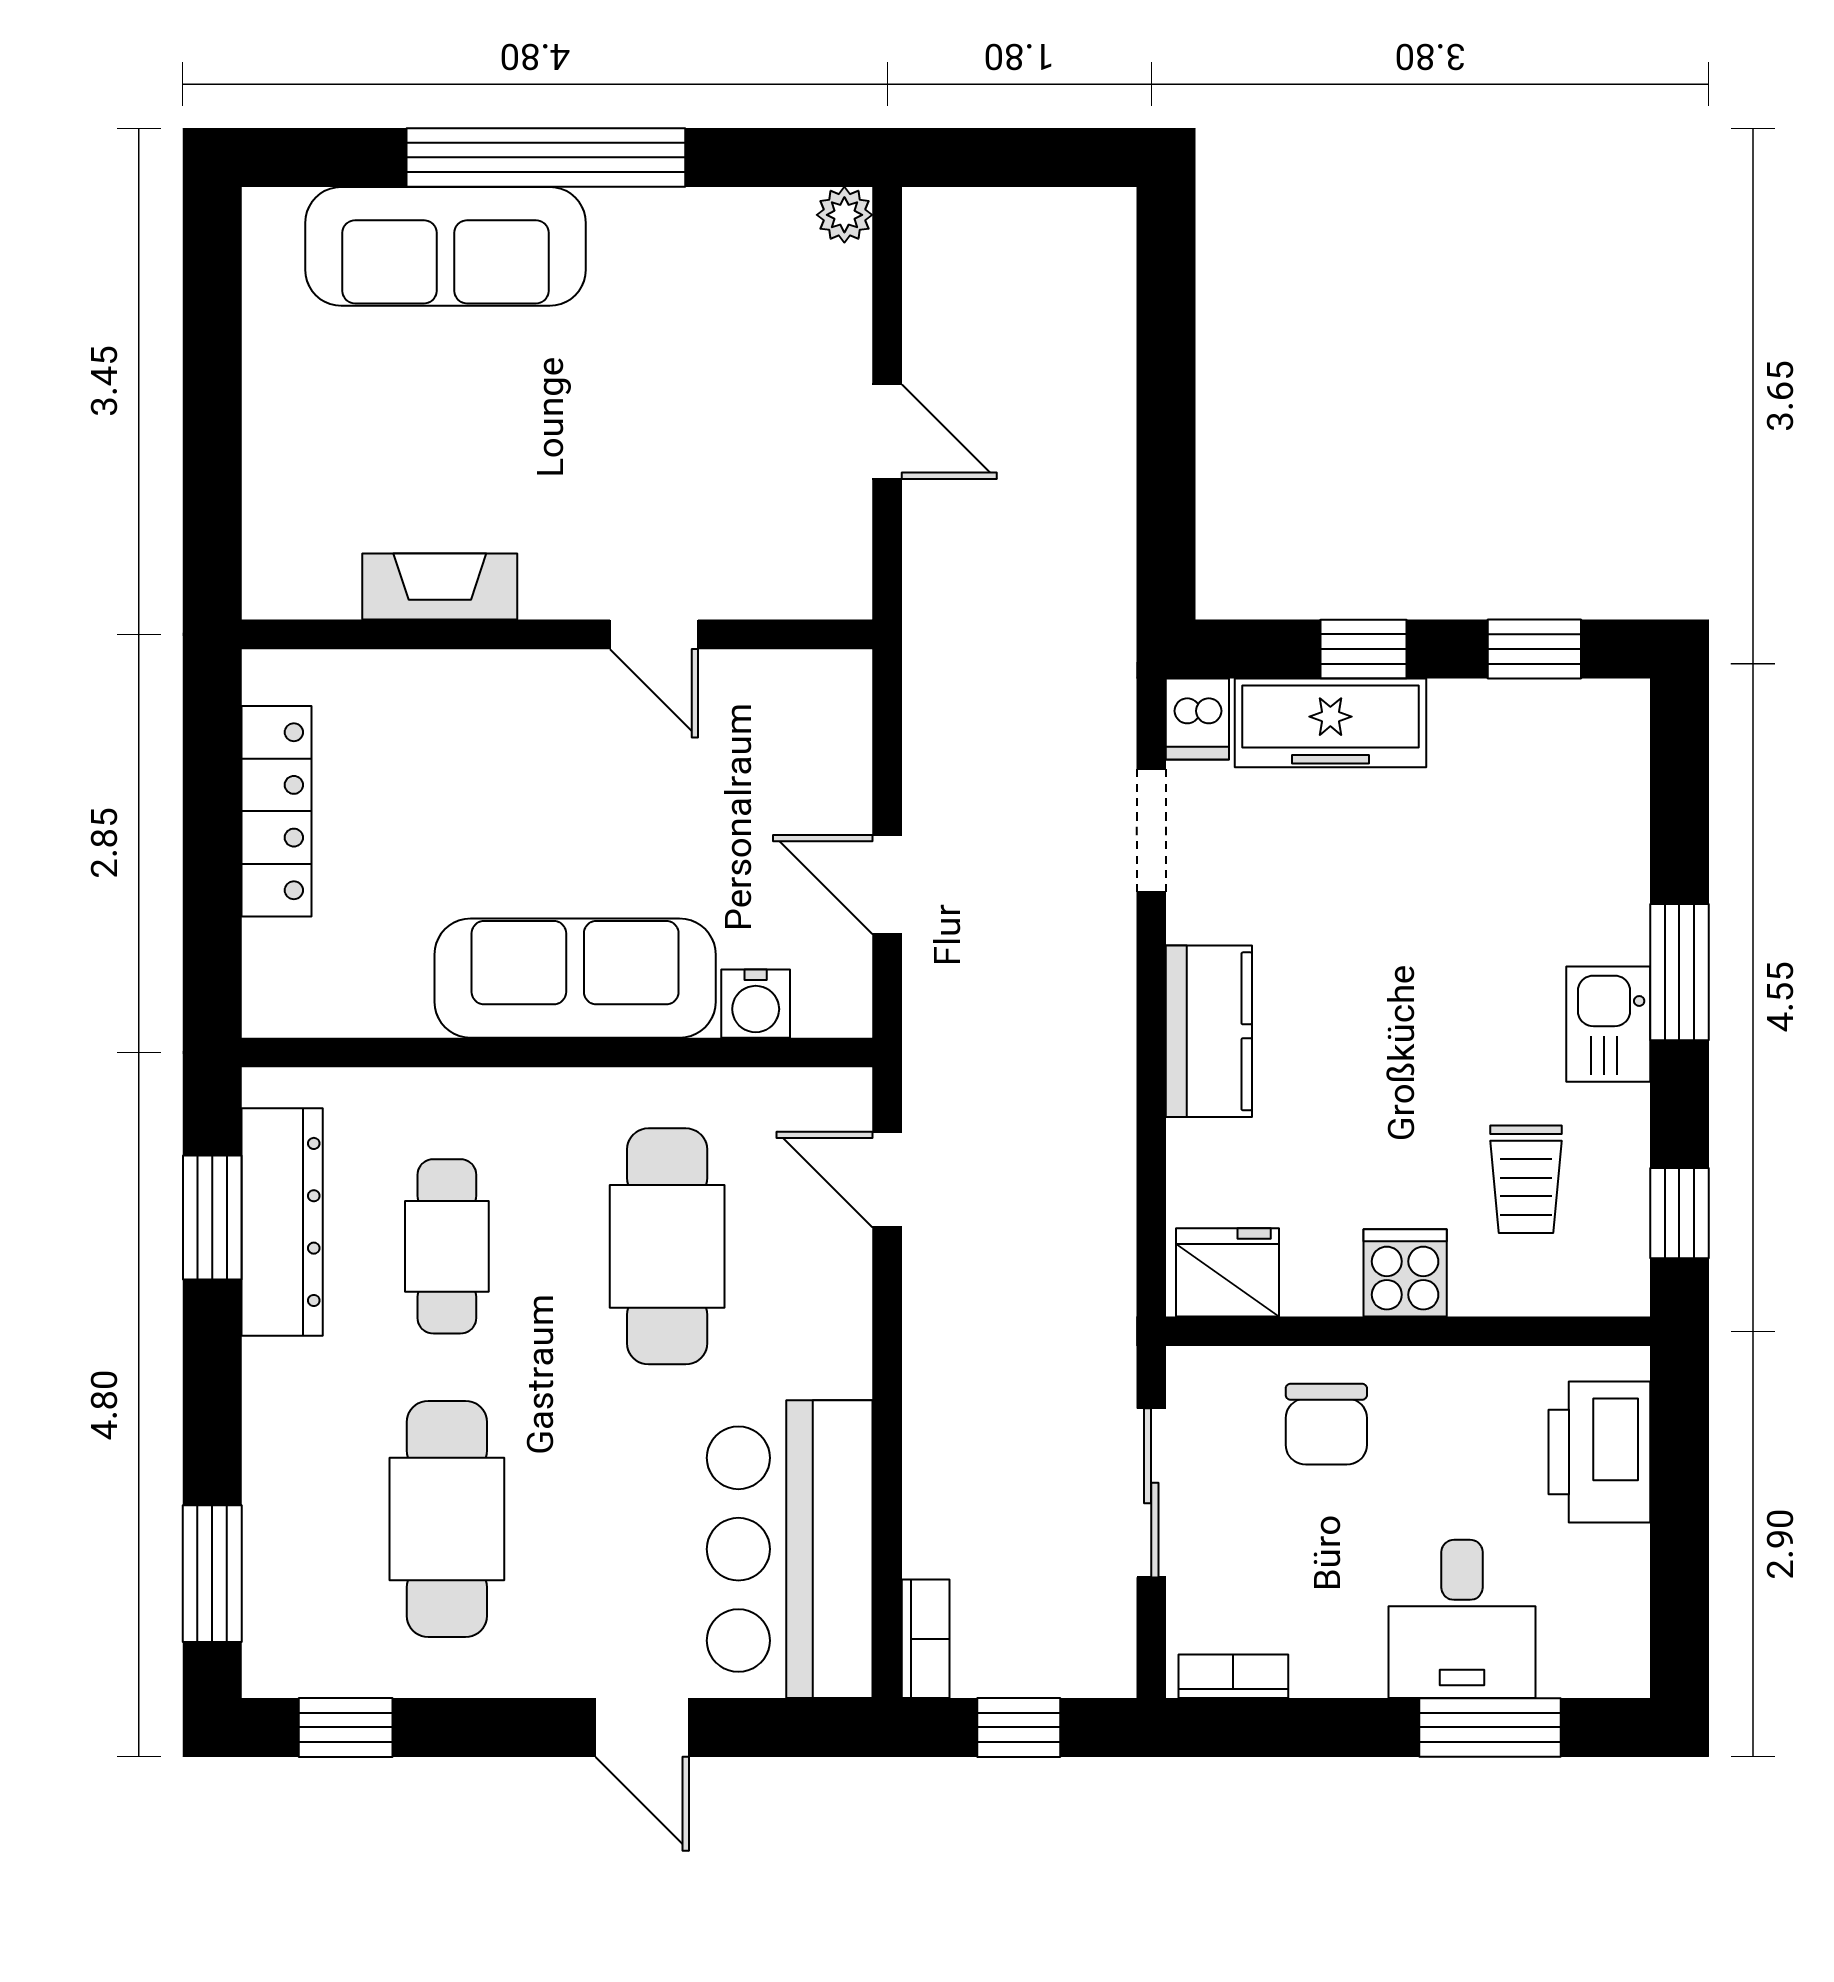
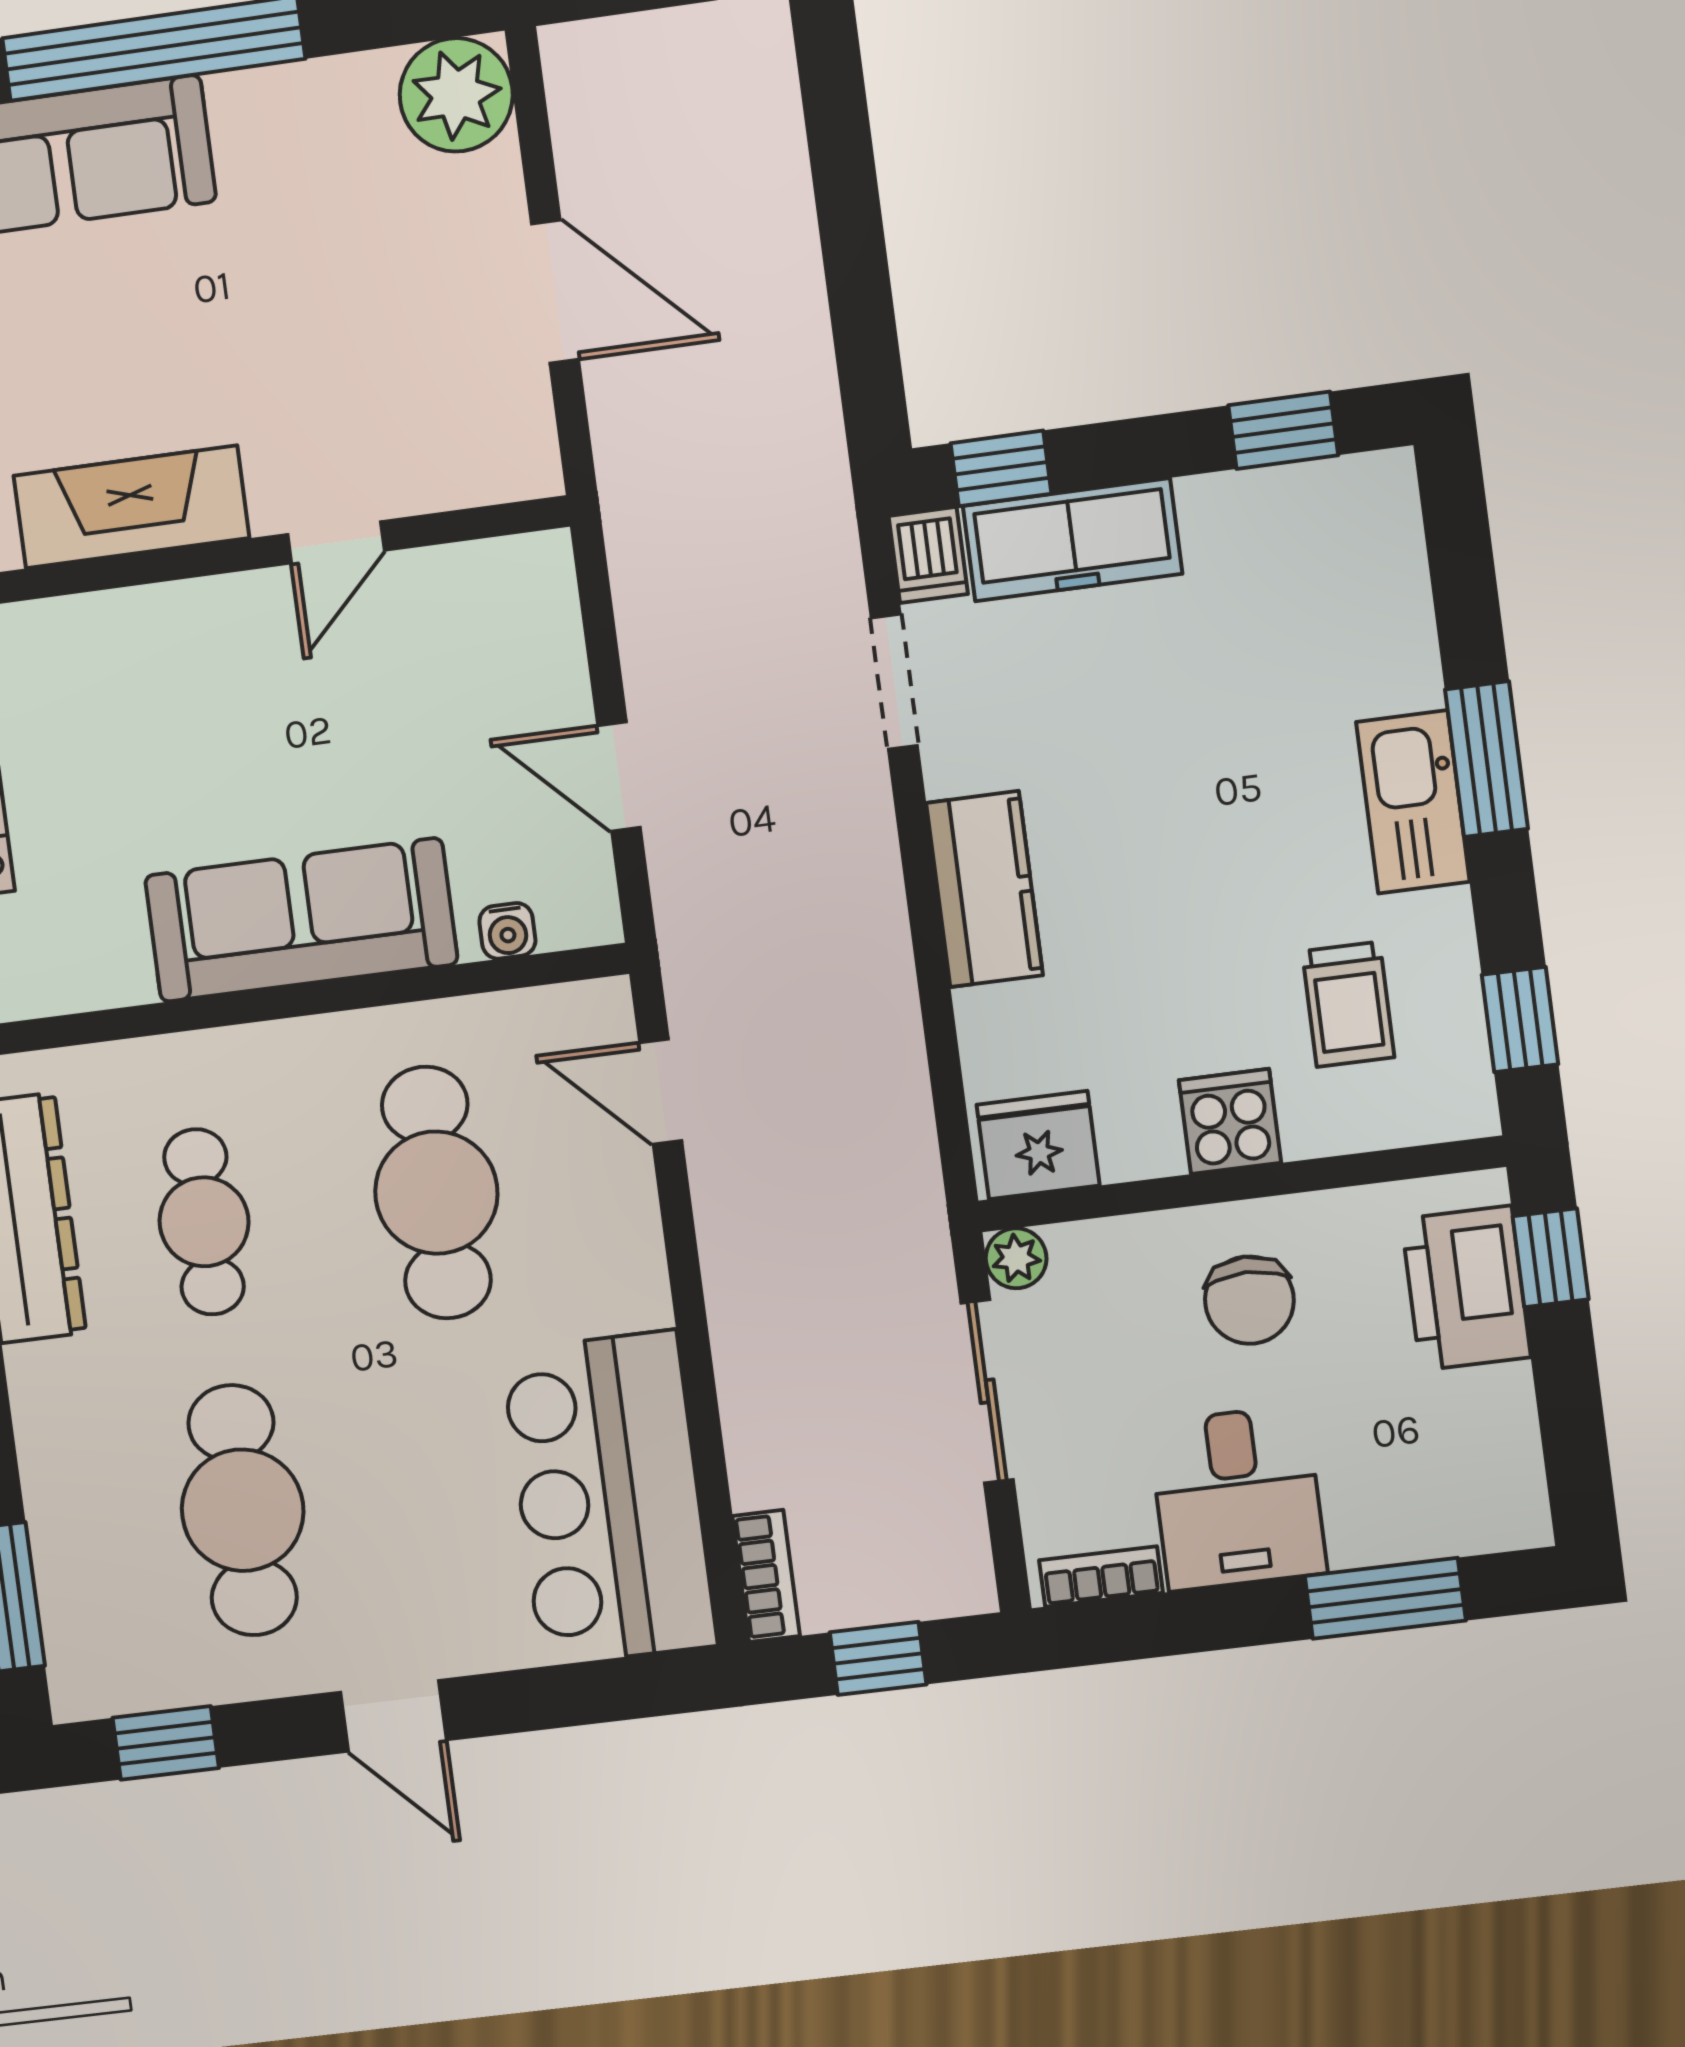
plant: (844, 215) -> (456, 95), width x1.87, depth x1.87
door: (887, 432) -> (555, 292), width x1.38
fireplace: (440, 587) -> (131, 507), width x1.37, depth x1.32
door: (654, 634) -> (336, 542), hinge flipped
window: (1364, 649) -> (1001, 468), moved
water cooler: (756, 1004) -> (507, 931), width x0.72, depth x0.72
kitchen sink: (1608, 1024) -> (1413, 802), width x1.38
plant: (1194, 1374) -> (1016, 1258), added
chair: (1326, 1424) -> (1249, 1300), moved
window: (1679, 1434) -> (1551, 1258), added
desk: (1462, 1619) -> (1237, 1498), moved
door: (642, 1727) -> (393, 1716), moved

